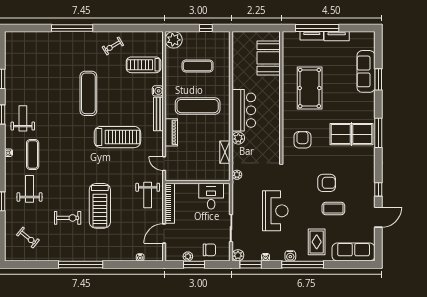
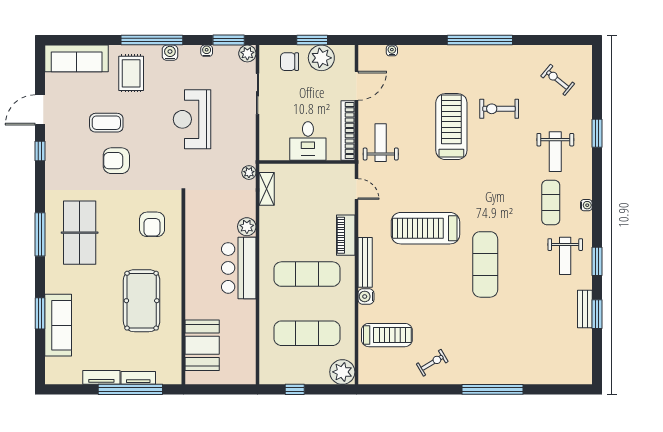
exercise mat: (198, 66) -> (307, 333), width x1.36, depth x1.45
bench: (10, 82) -> (585, 309), added
exercise mat: (88, 93) -> (485, 264), moved
table tennis table: (351, 134) -> (80, 233), turned 90
shelving: (225, 152) -> (267, 189), moved
desk: (211, 196) -> (308, 141), moved
plant: (188, 256) -> (321, 58), width x1.88, depth x1.88

